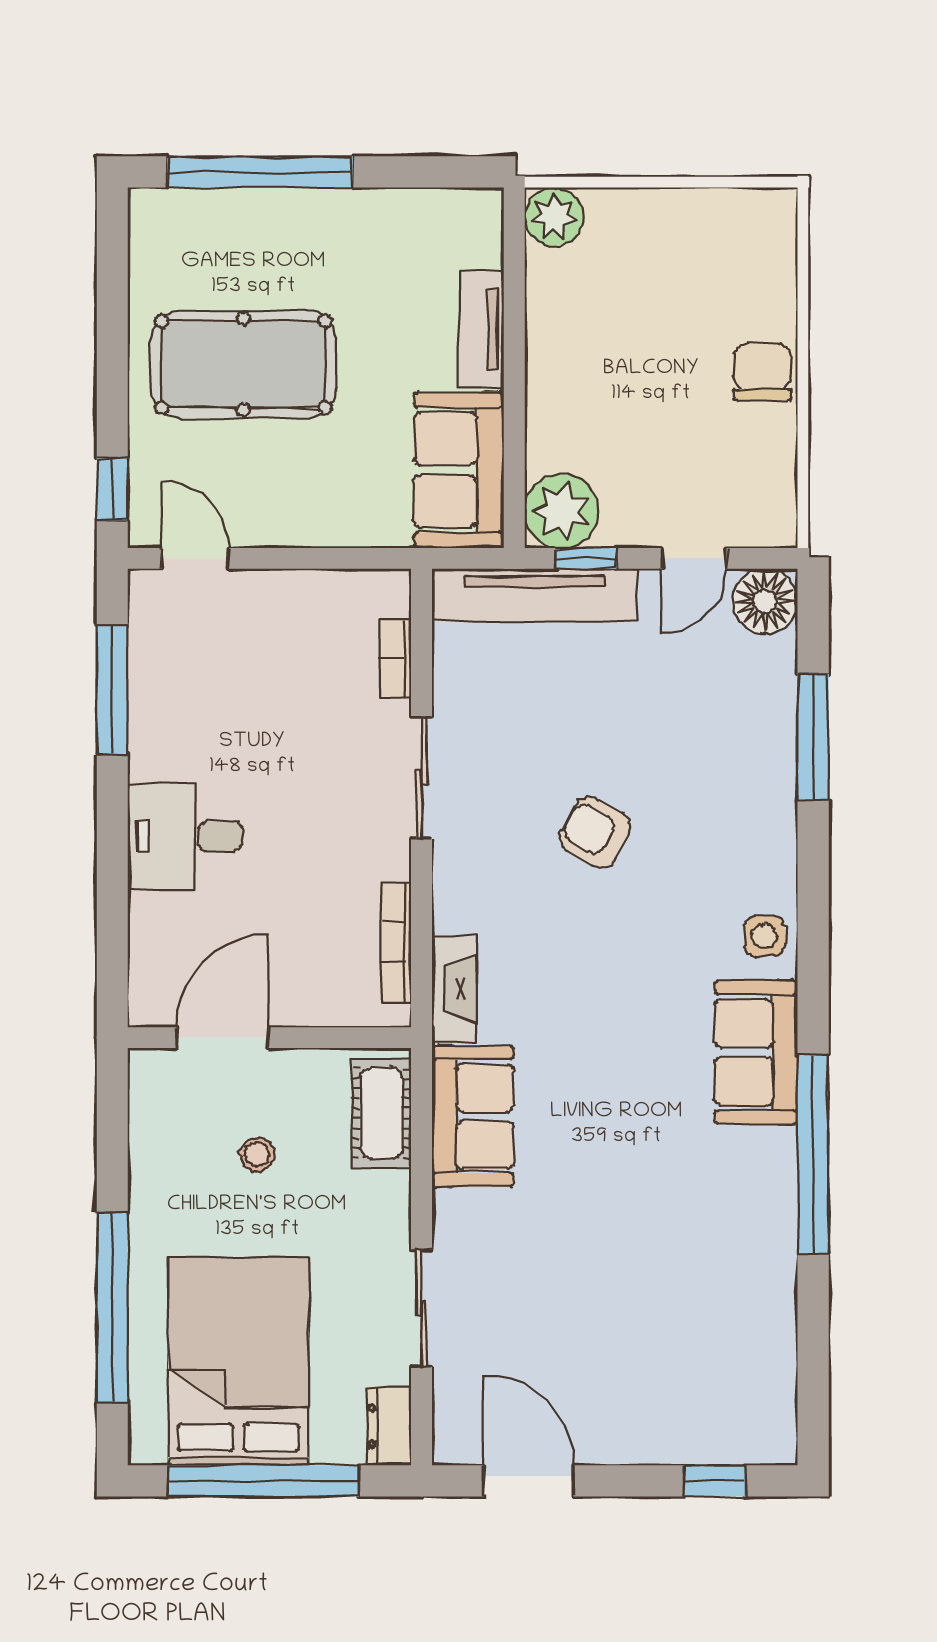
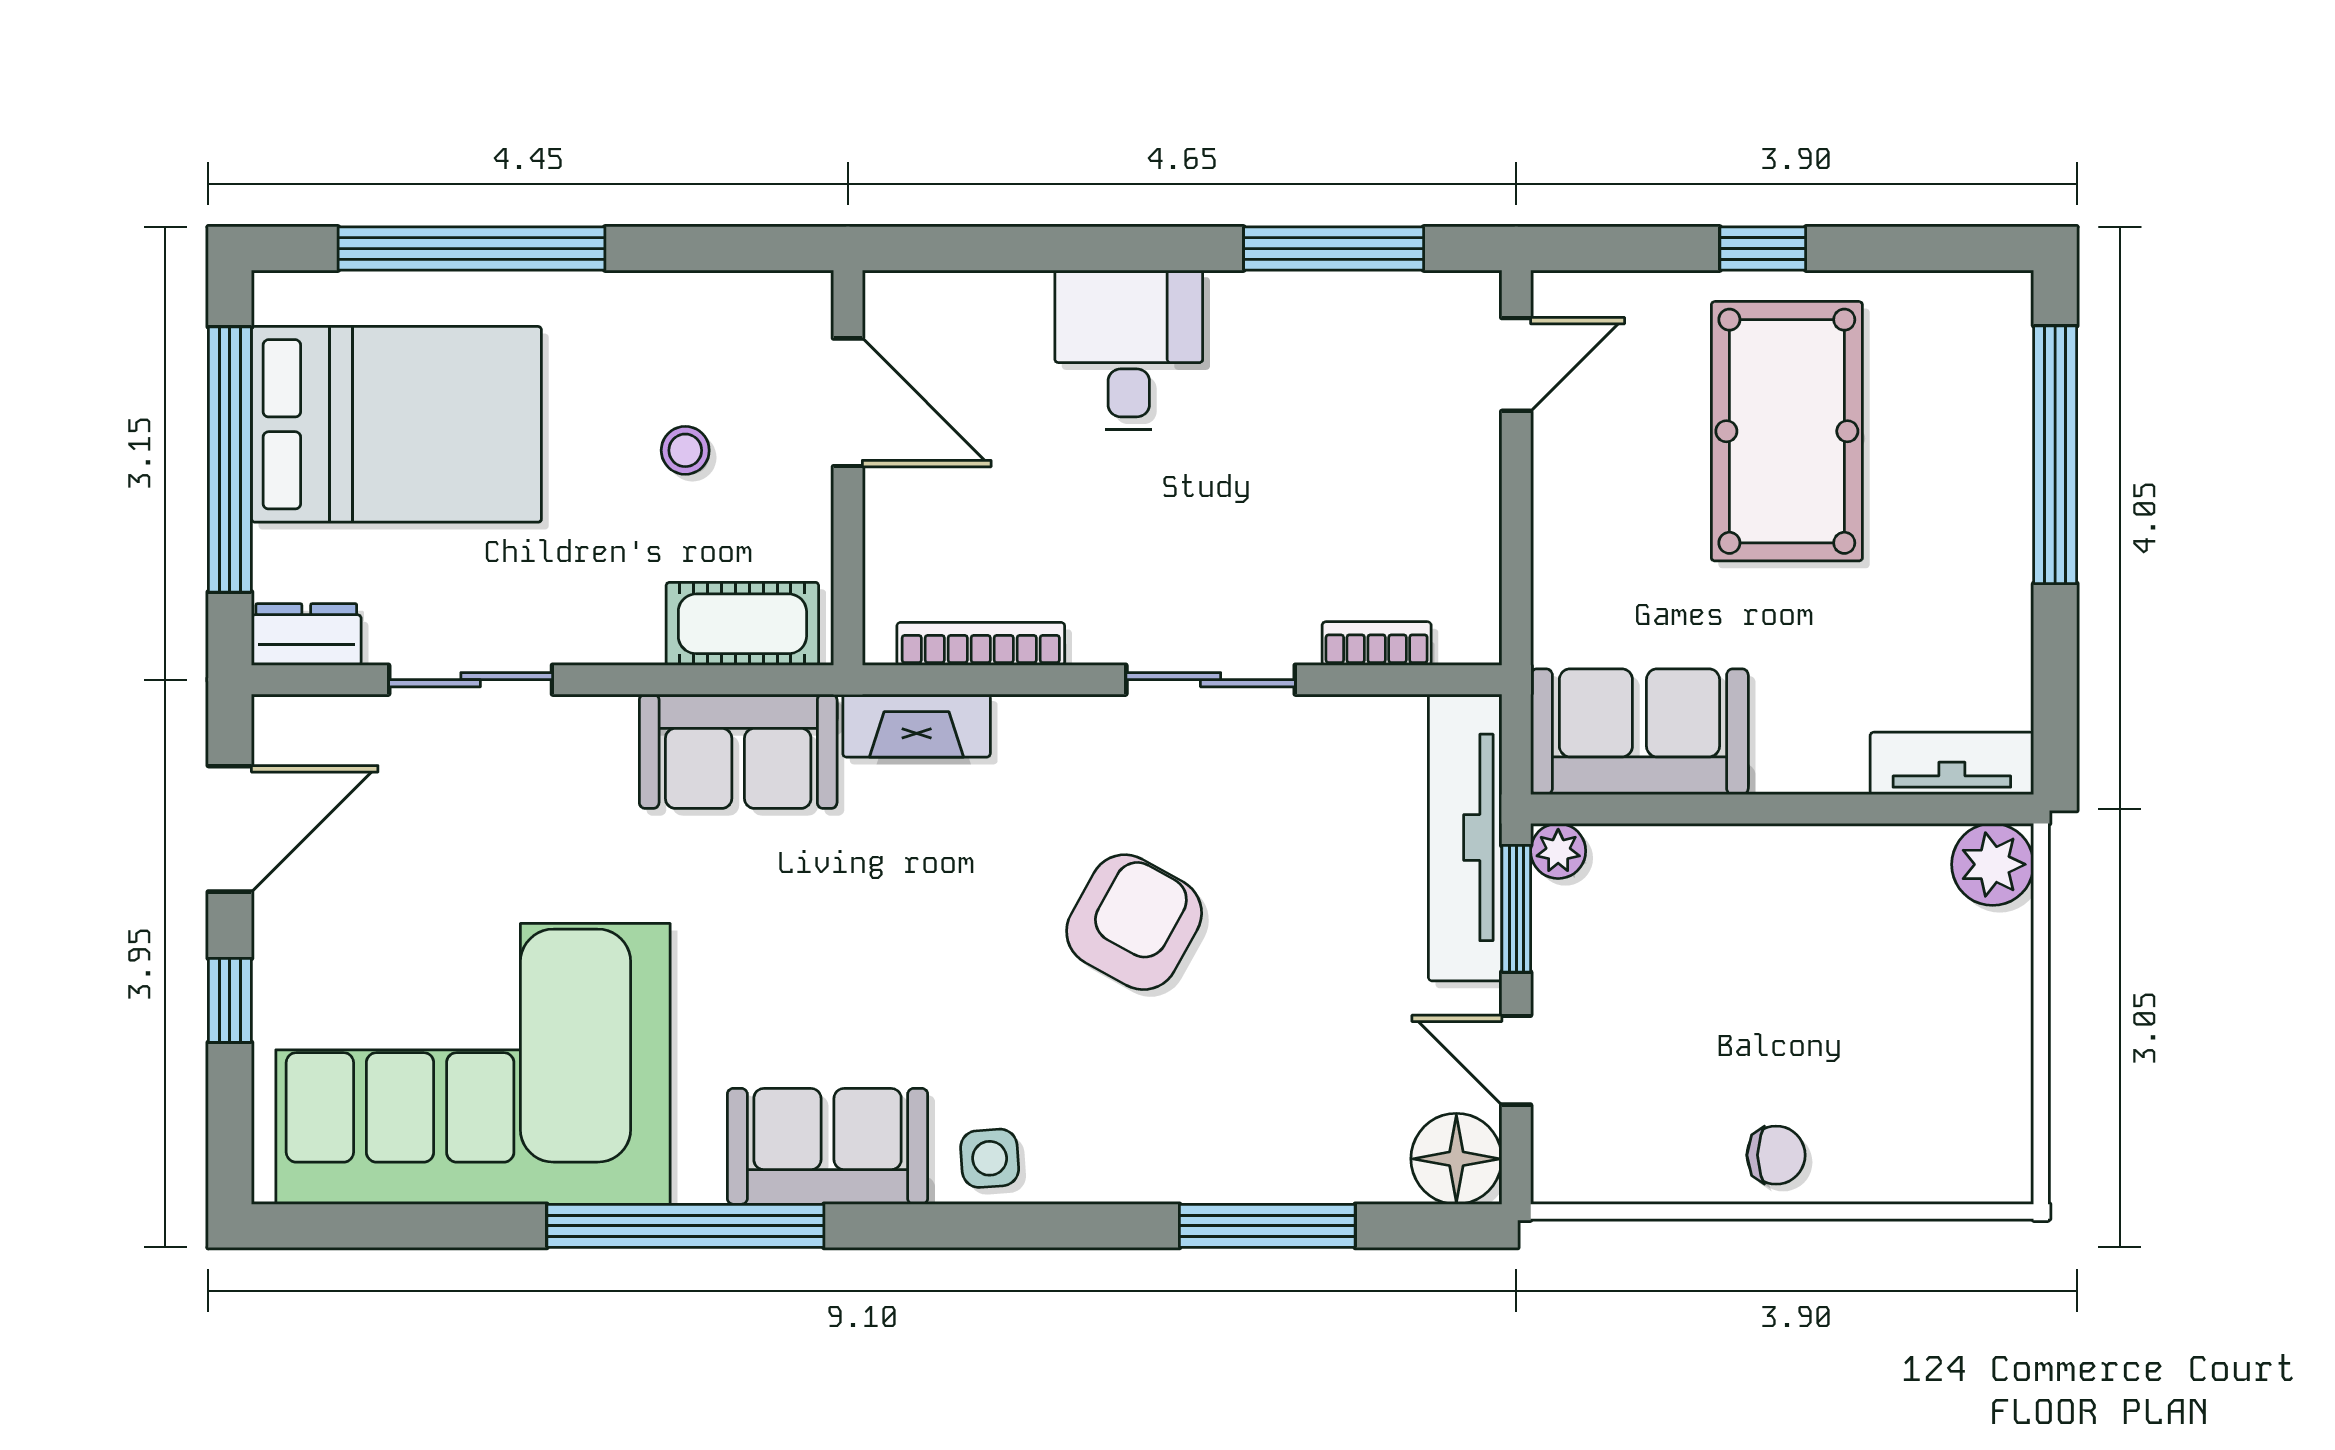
tv unit: (482, 329) -> (1952, 763), moved
chair: (762, 372) -> (1776, 1155), width x0.73, depth x0.73
window: (112, 489) -> (1763, 249), moved
plant: (562, 511) -> (1558, 851), width x0.53, depth x0.53
window: (586, 558) -> (1516, 909), width x1.50
armchair: (595, 832) -> (1134, 922), width x1.38, depth x1.38
corner sofa: (697, 1306) -> (473, 1064), added
window: (715, 1481) -> (230, 1000), moved

